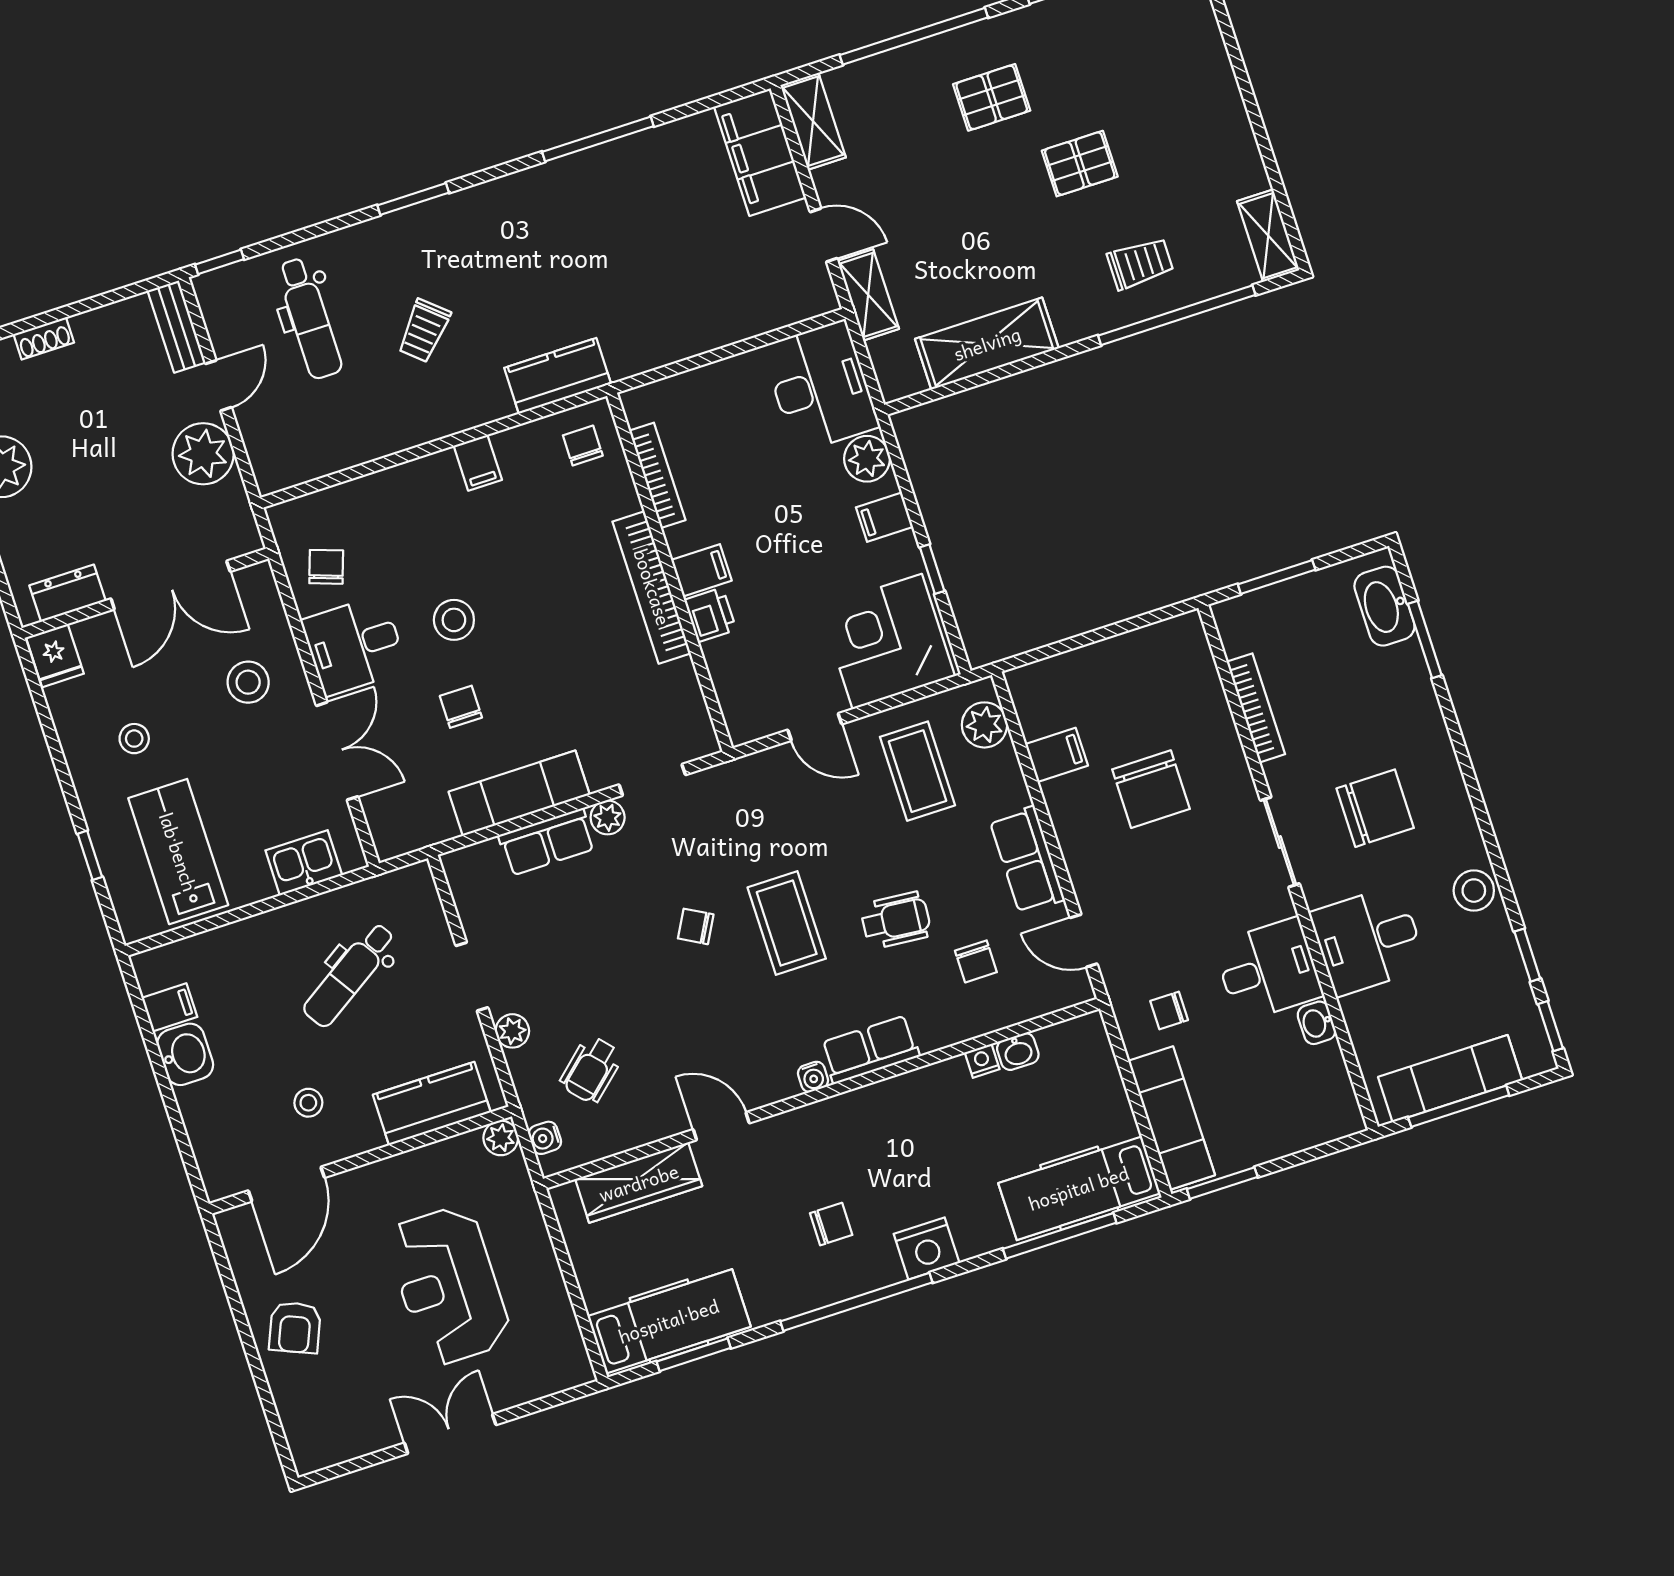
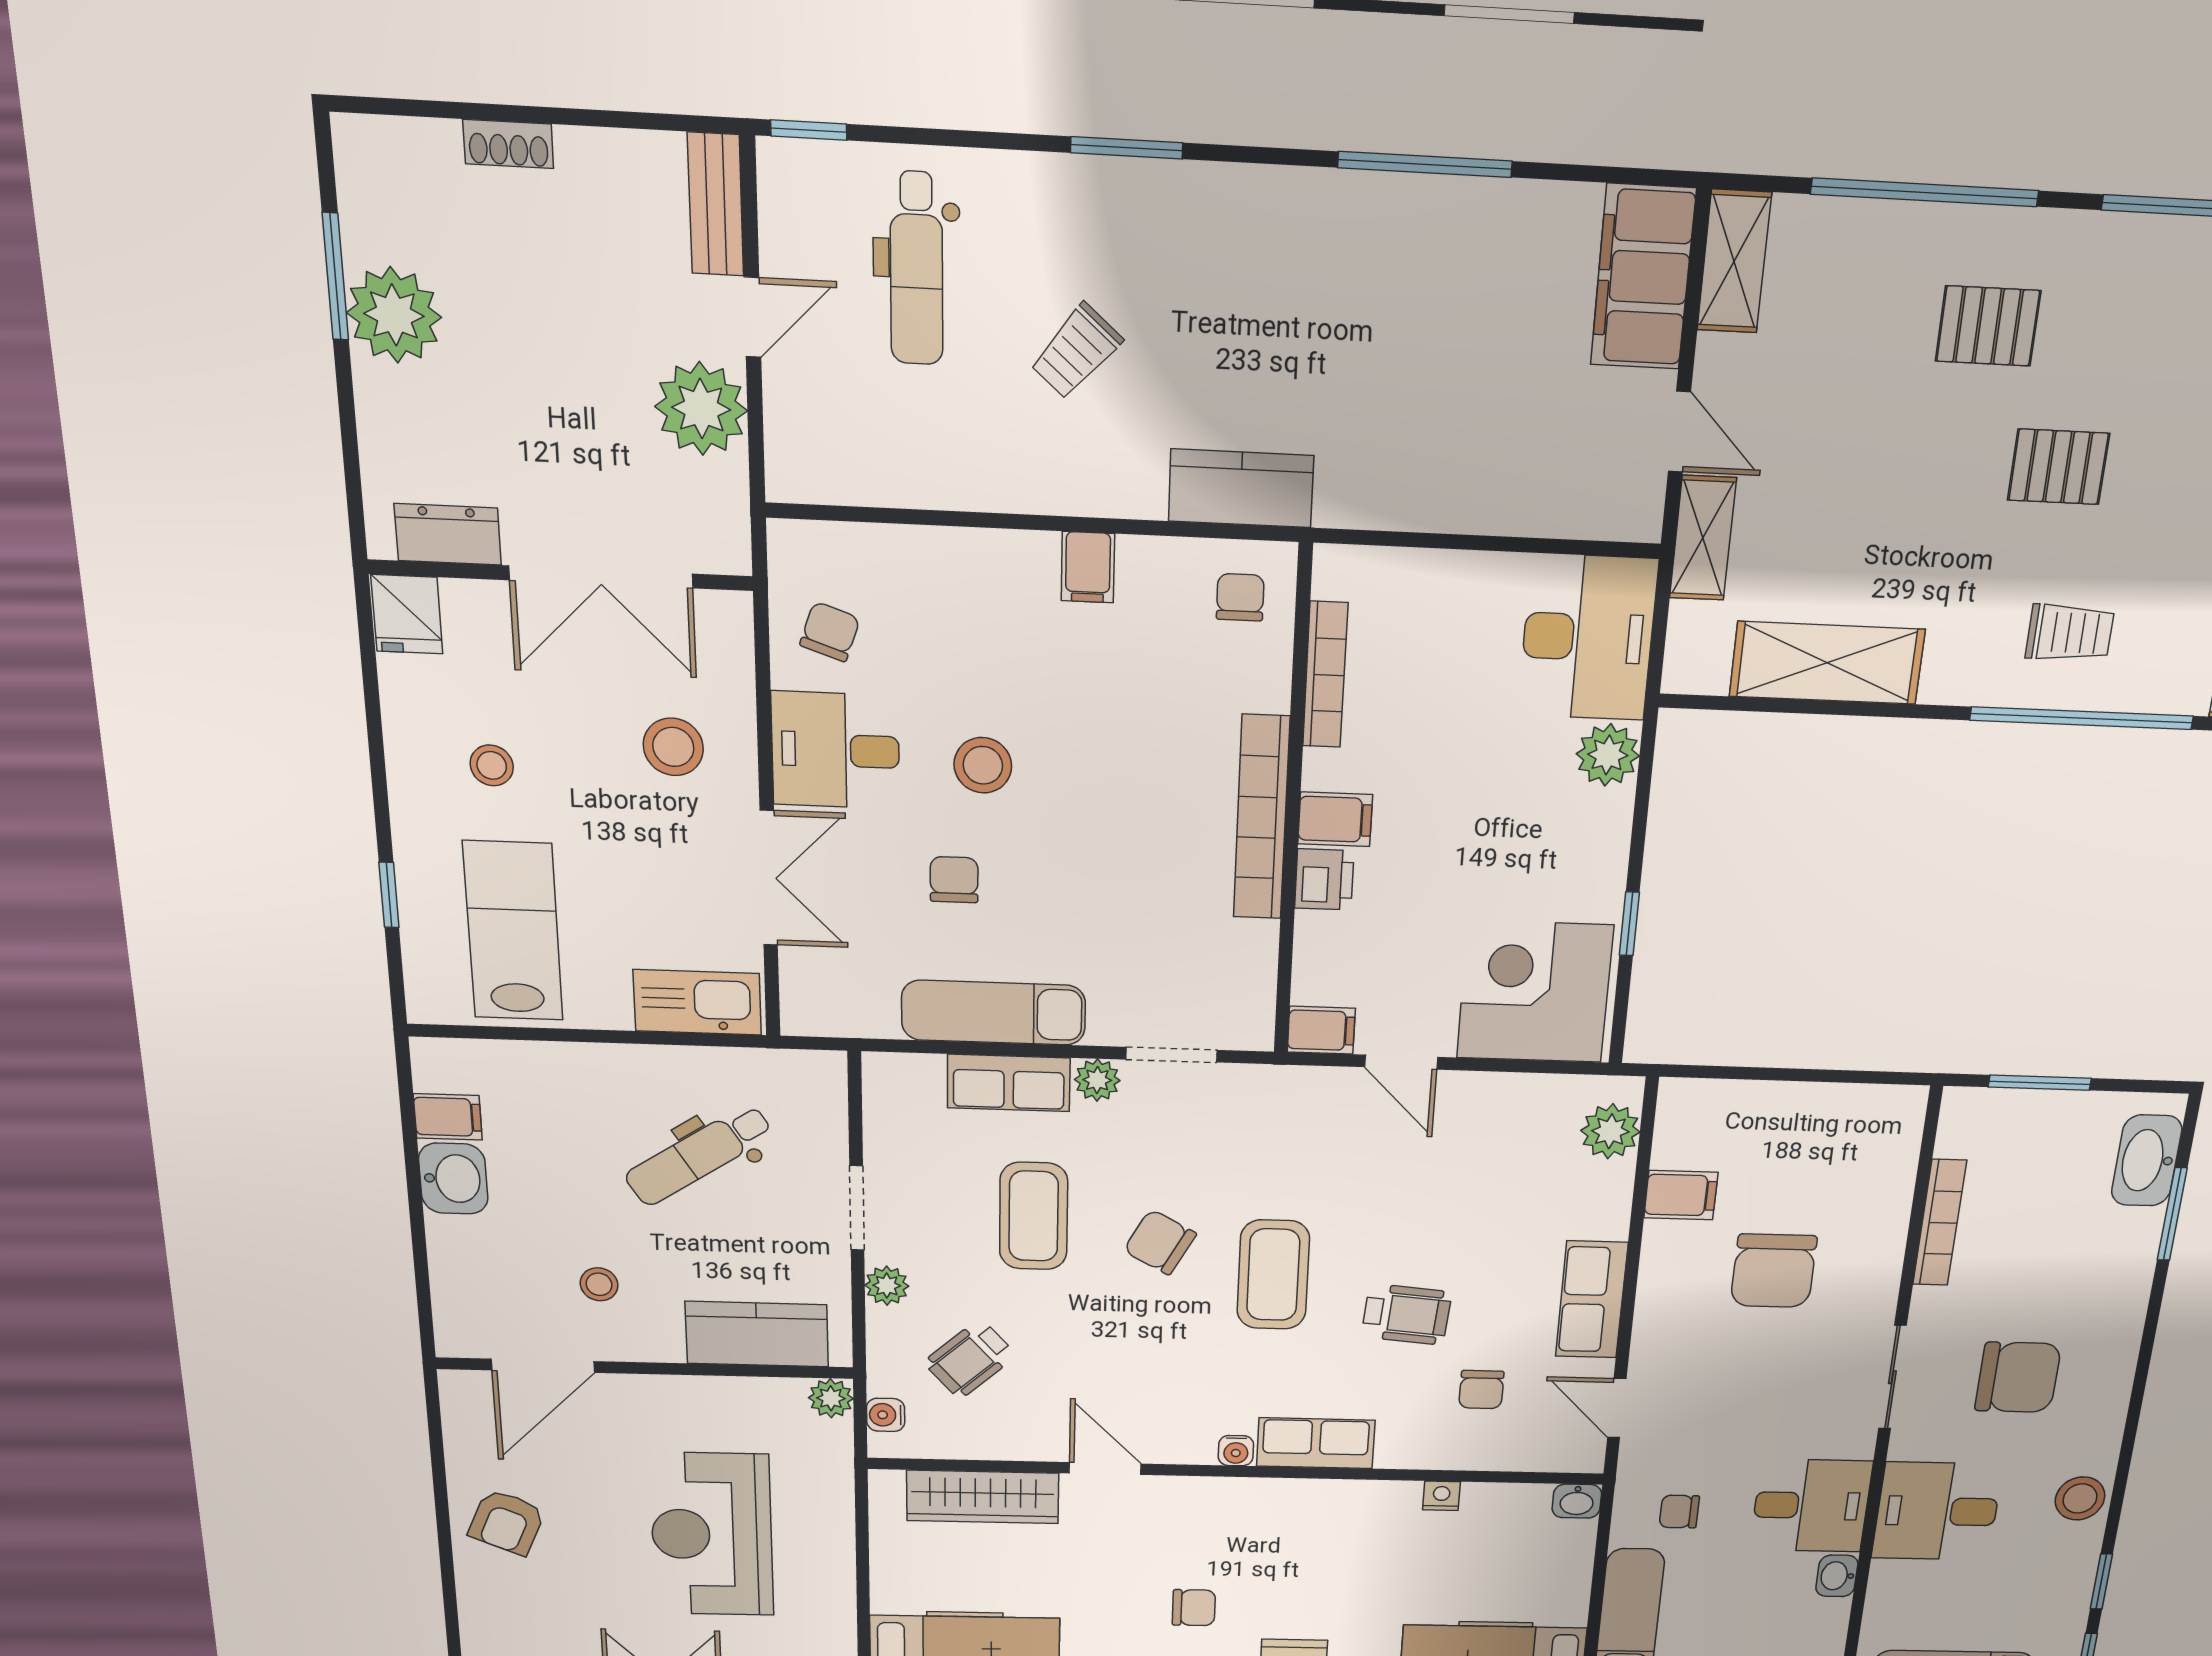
filing cabinet: (885, 517) -> (1321, 1030), moved, turned 180
coffee table: (918, 771) -> (1034, 1216), moved
kitchen sink: (304, 863) -> (697, 1002), width x1.38
chair: (696, 926) -> (1160, 1242), width x1.37, depth x1.37
washbasin: (1018, 1052) -> (1577, 1501), moved

